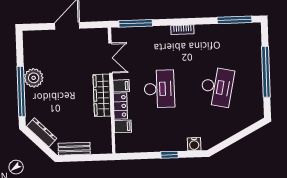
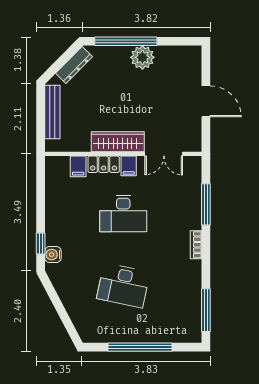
window: (136, 23) -> (206, 204), moved
bench: (74, 149) -> (52, 112), width x1.36
window: (169, 155) -> (41, 243), moved

